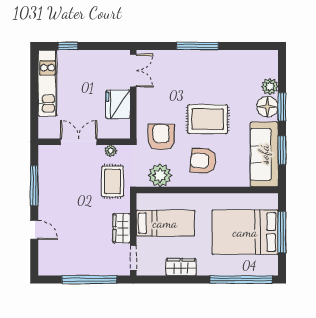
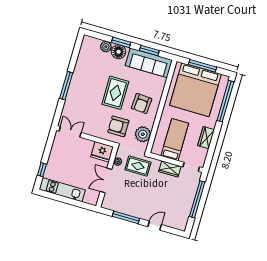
fridge: (118, 104) -> (102, 152), moved
bed: (245, 232) -> (195, 90), width x1.36

